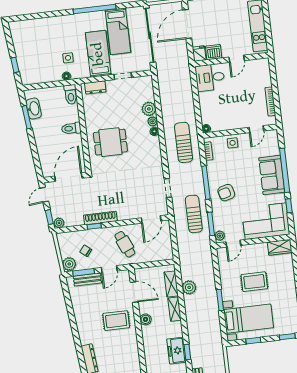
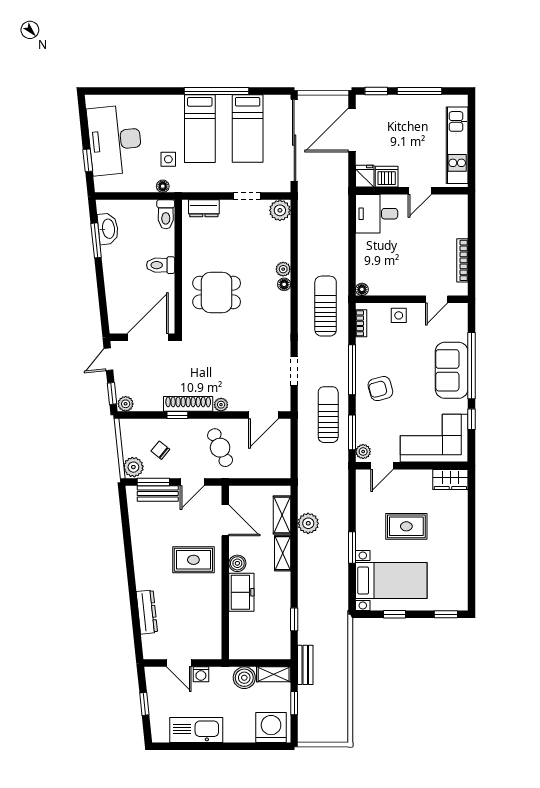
desk: (31, 49) -> (115, 140), added
bed: (98, 54) -> (200, 129), moved, turned 180
plant: (149, 109) -> (280, 210), moved
plant: (122, 216) -> (221, 405), added
freezer: (176, 351) -> (241, 592), moved, turned 180

